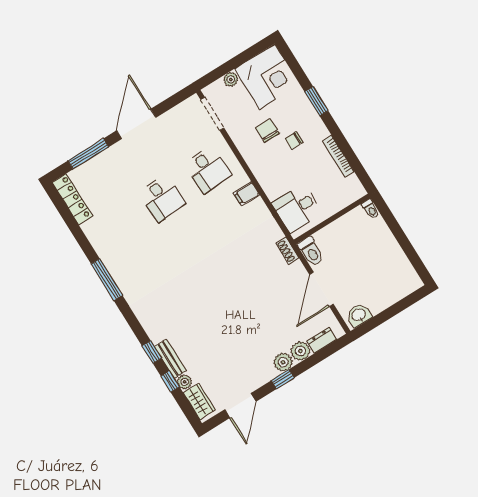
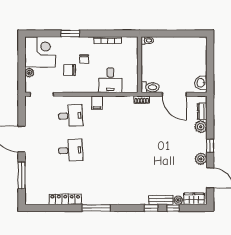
locker: (72, 199) -> (65, 199), moved
desk: (297, 208) -> (110, 80), moved
plant: (283, 362) -> (201, 159), moved

